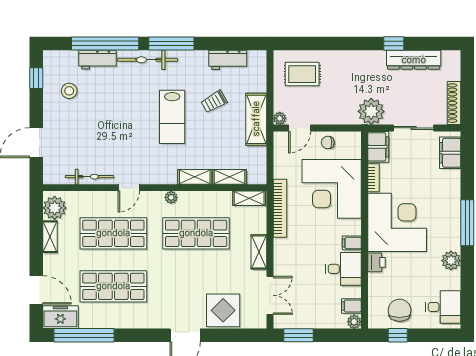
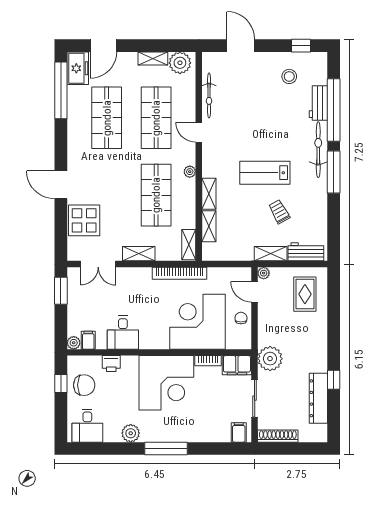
workbench: (228, 60) -> (306, 252), moved, turned 90
shelving: (256, 119) -> (271, 254), width x0.67, depth x0.75
filing cabinet: (450, 153) -> (239, 432), width x0.50
filing cabinet: (352, 243) -> (147, 341), removed
printer: (377, 262) -> (111, 364), moved

